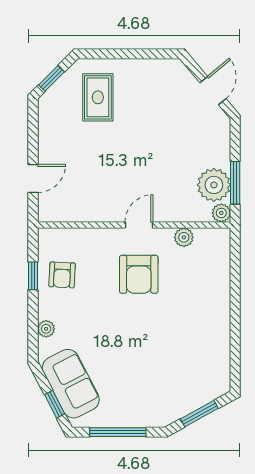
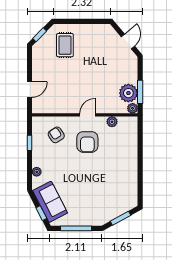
armchair: (62, 275) -> (56, 135), moved, turned 144

